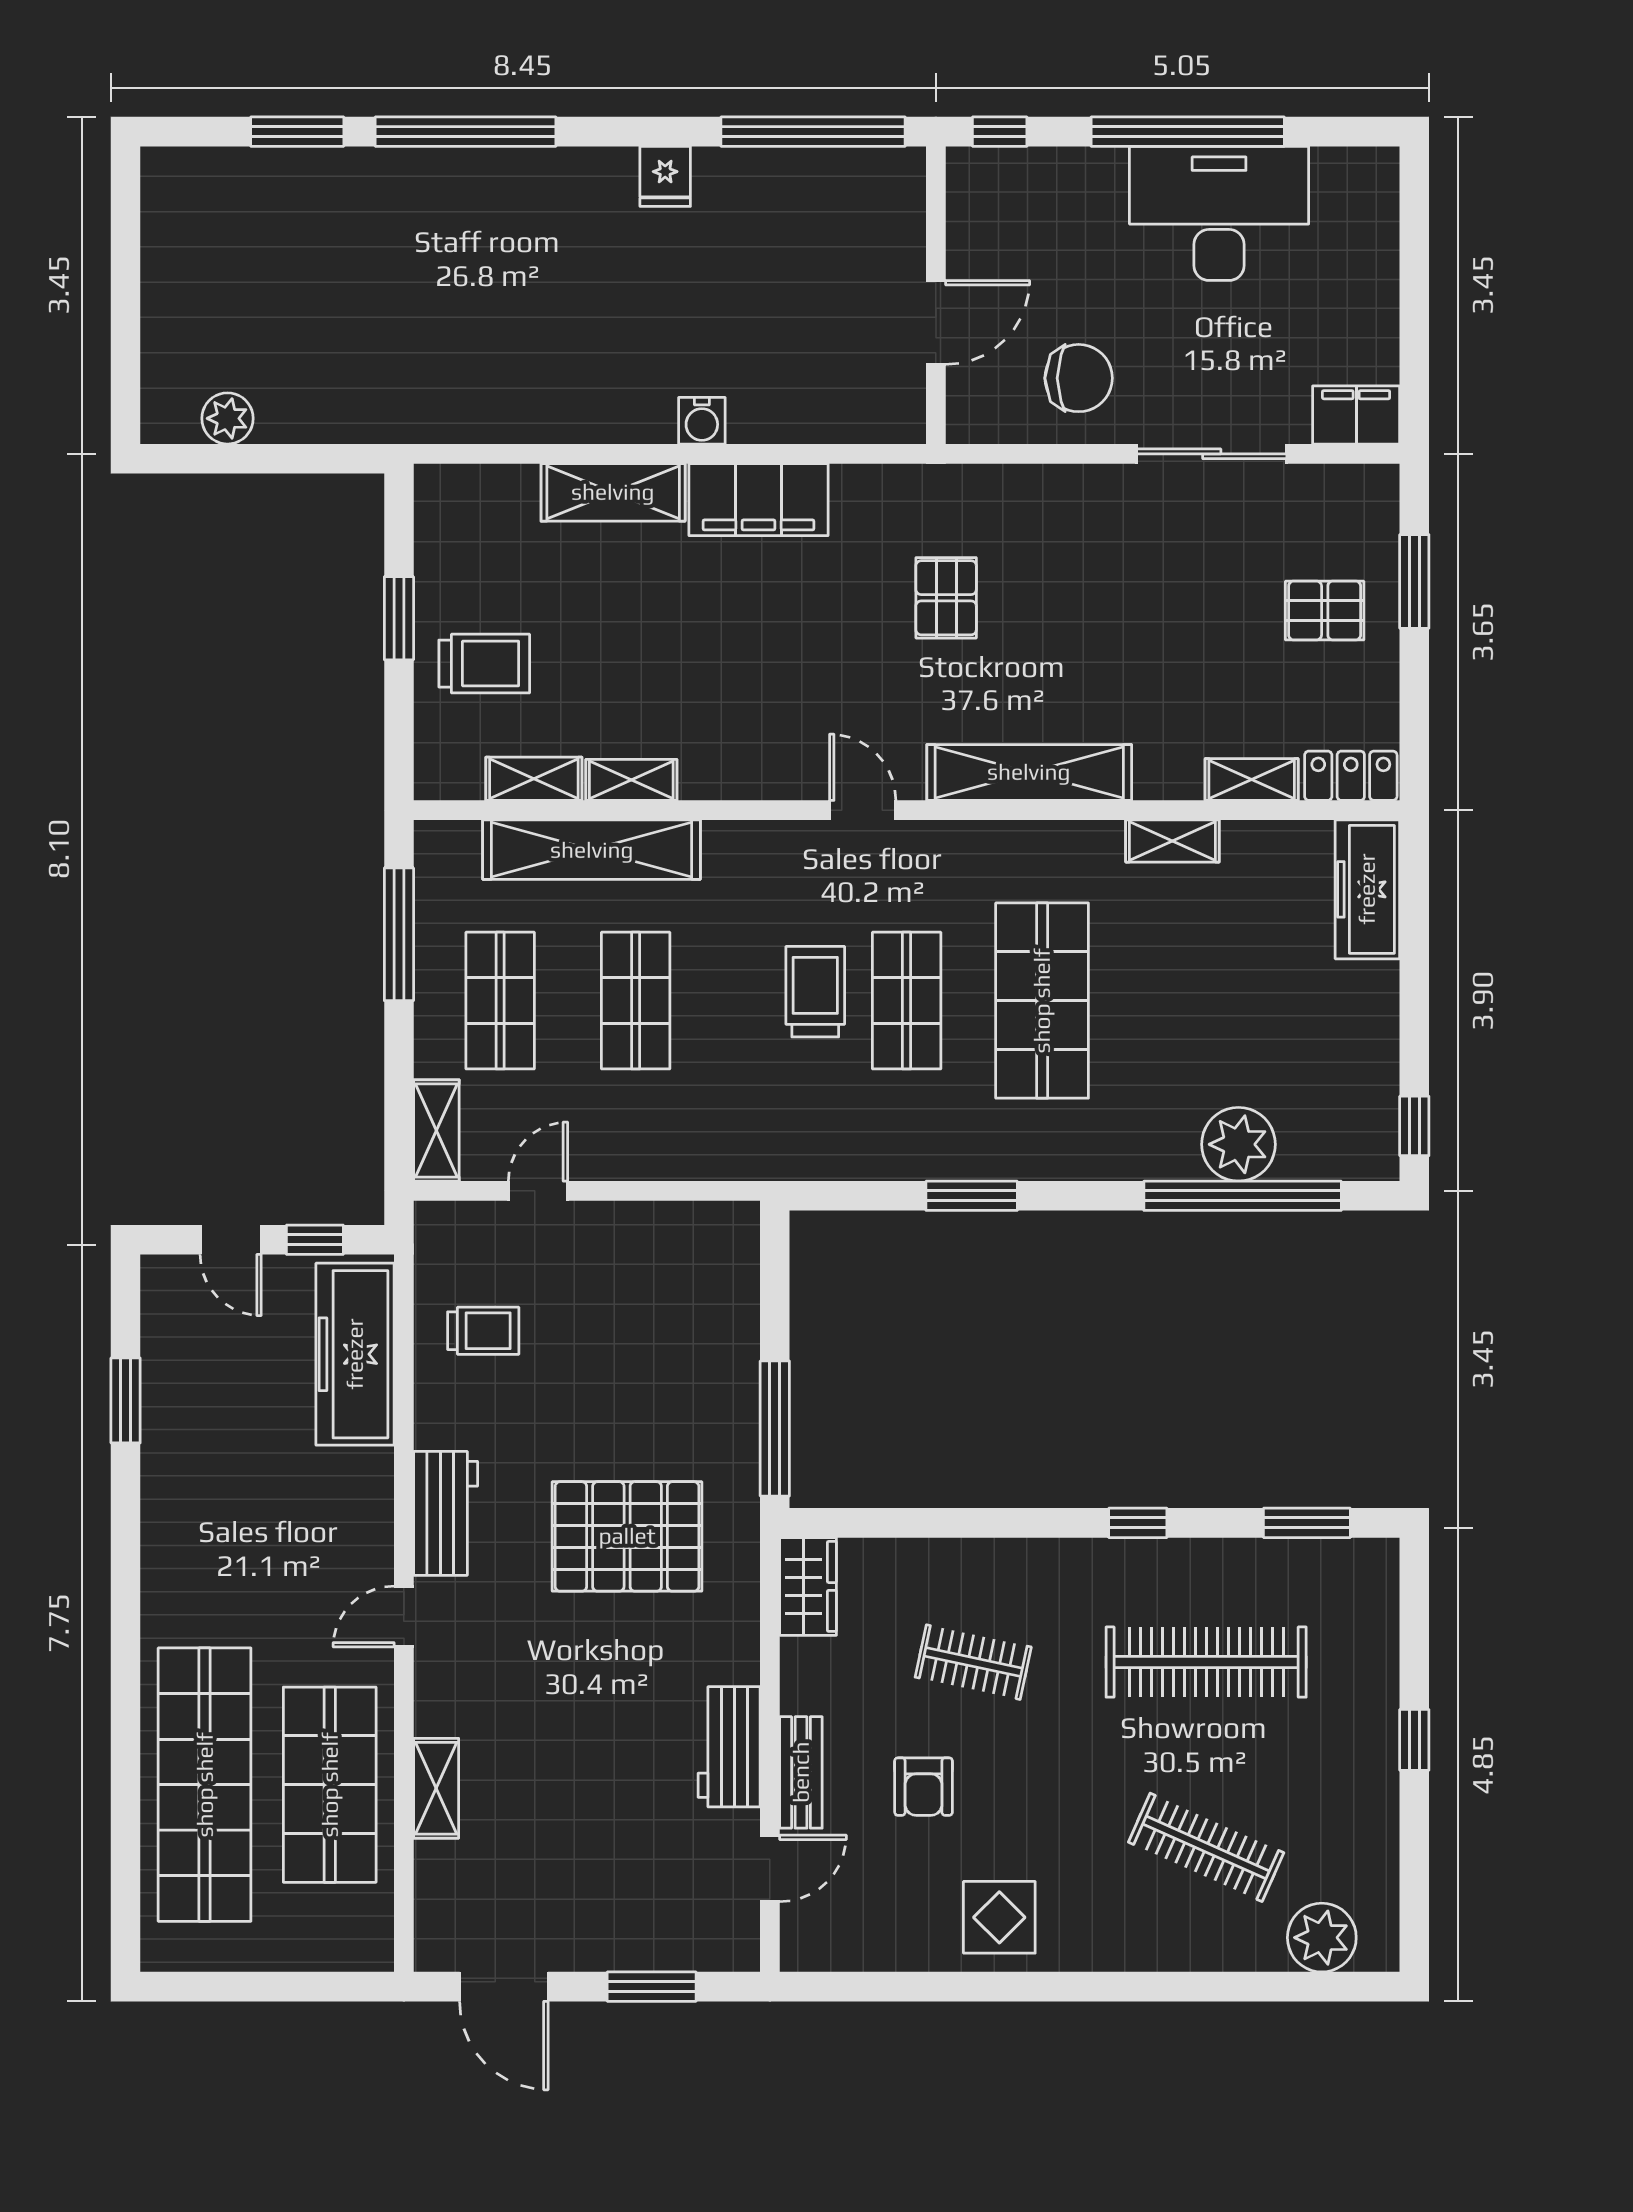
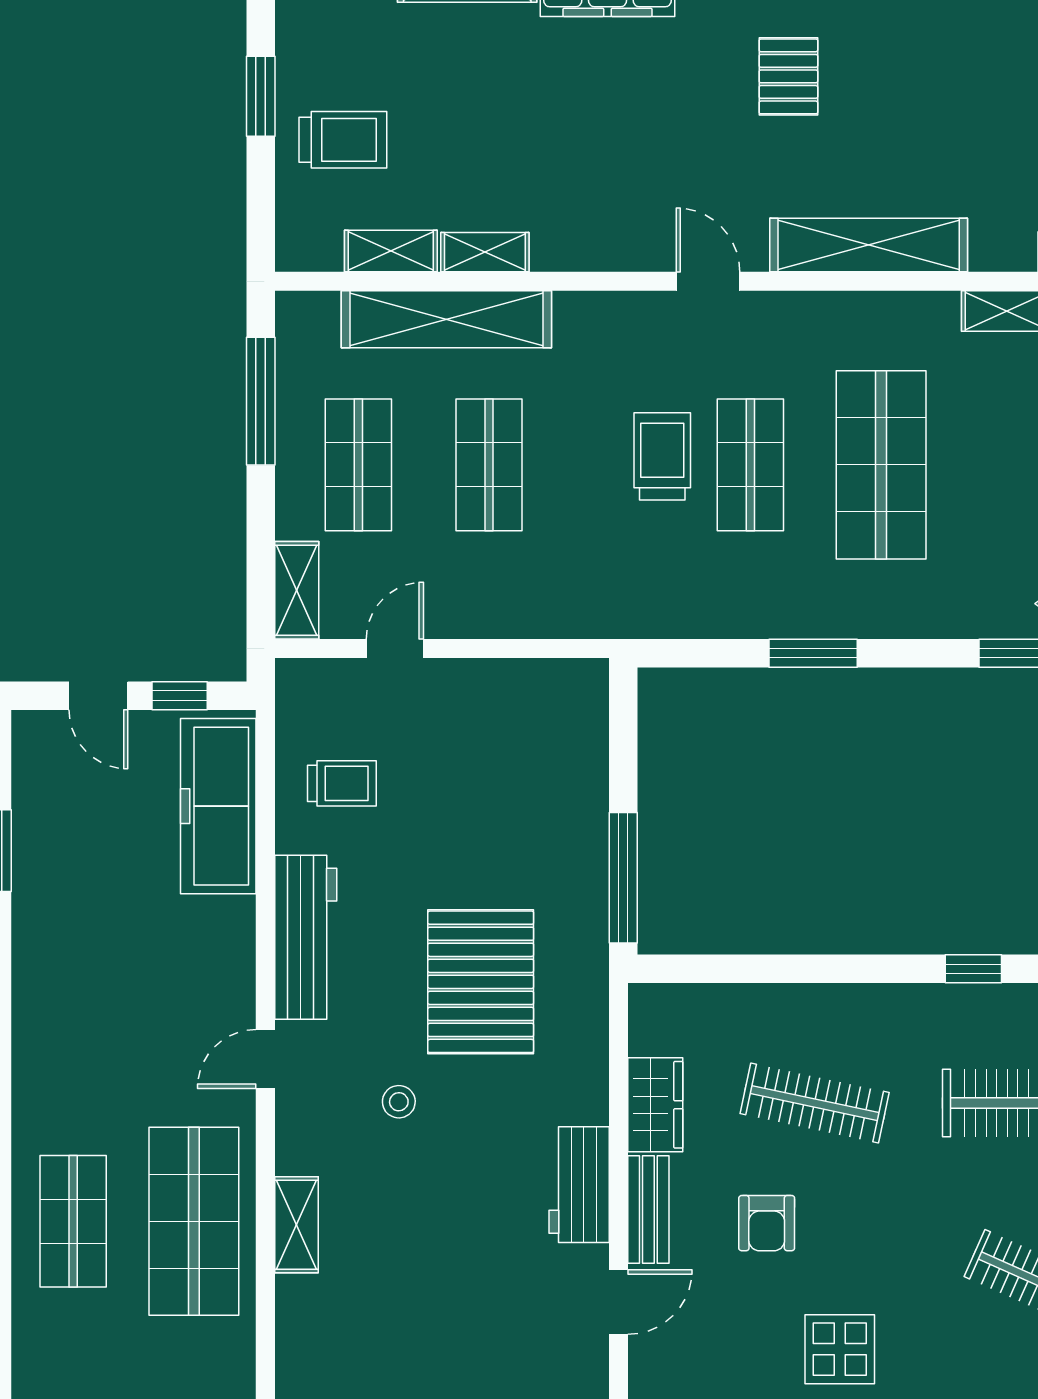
workbench: (446, 1513) -> (306, 937), width x1.38
pallet: (627, 1536) -> (481, 982), turned 90
wardrobe: (808, 1586) -> (655, 1105), moved
stool: (542, 1661) -> (399, 1102), added
clothes rail: (973, 1662) -> (815, 1103), width x1.36
shop shelf: (205, 1785) -> (73, 1221), width x0.50, depth x0.74

